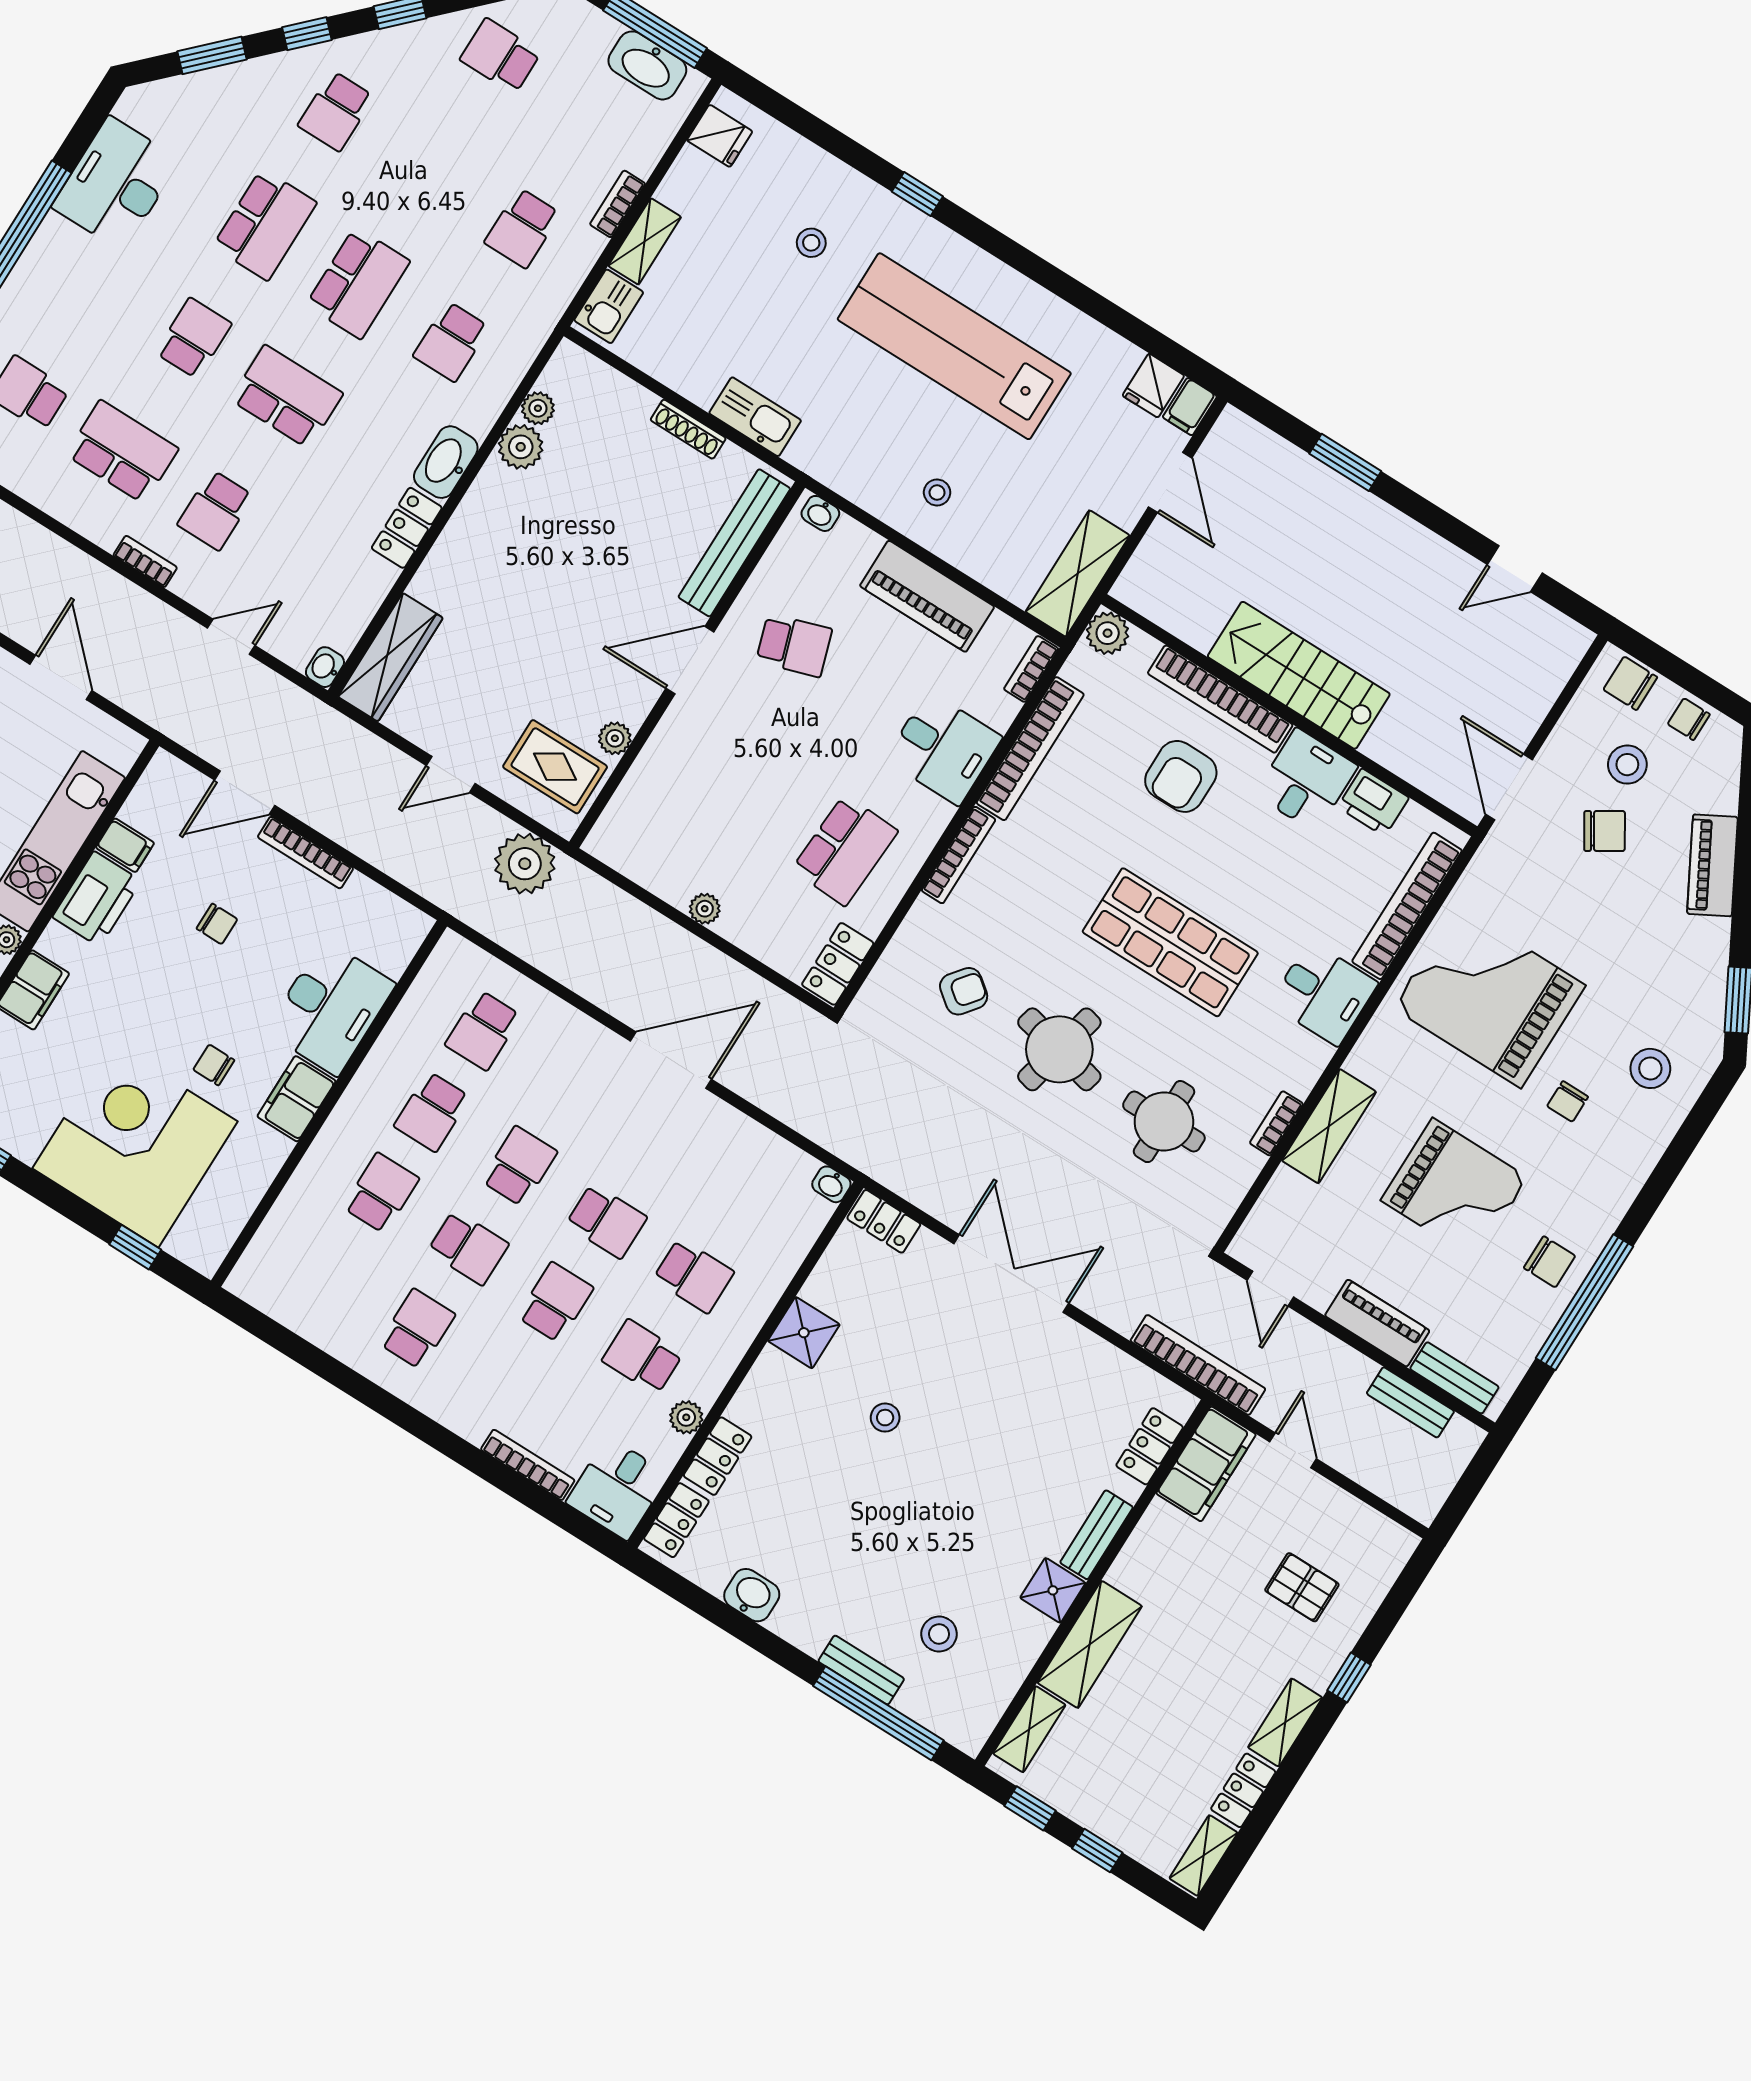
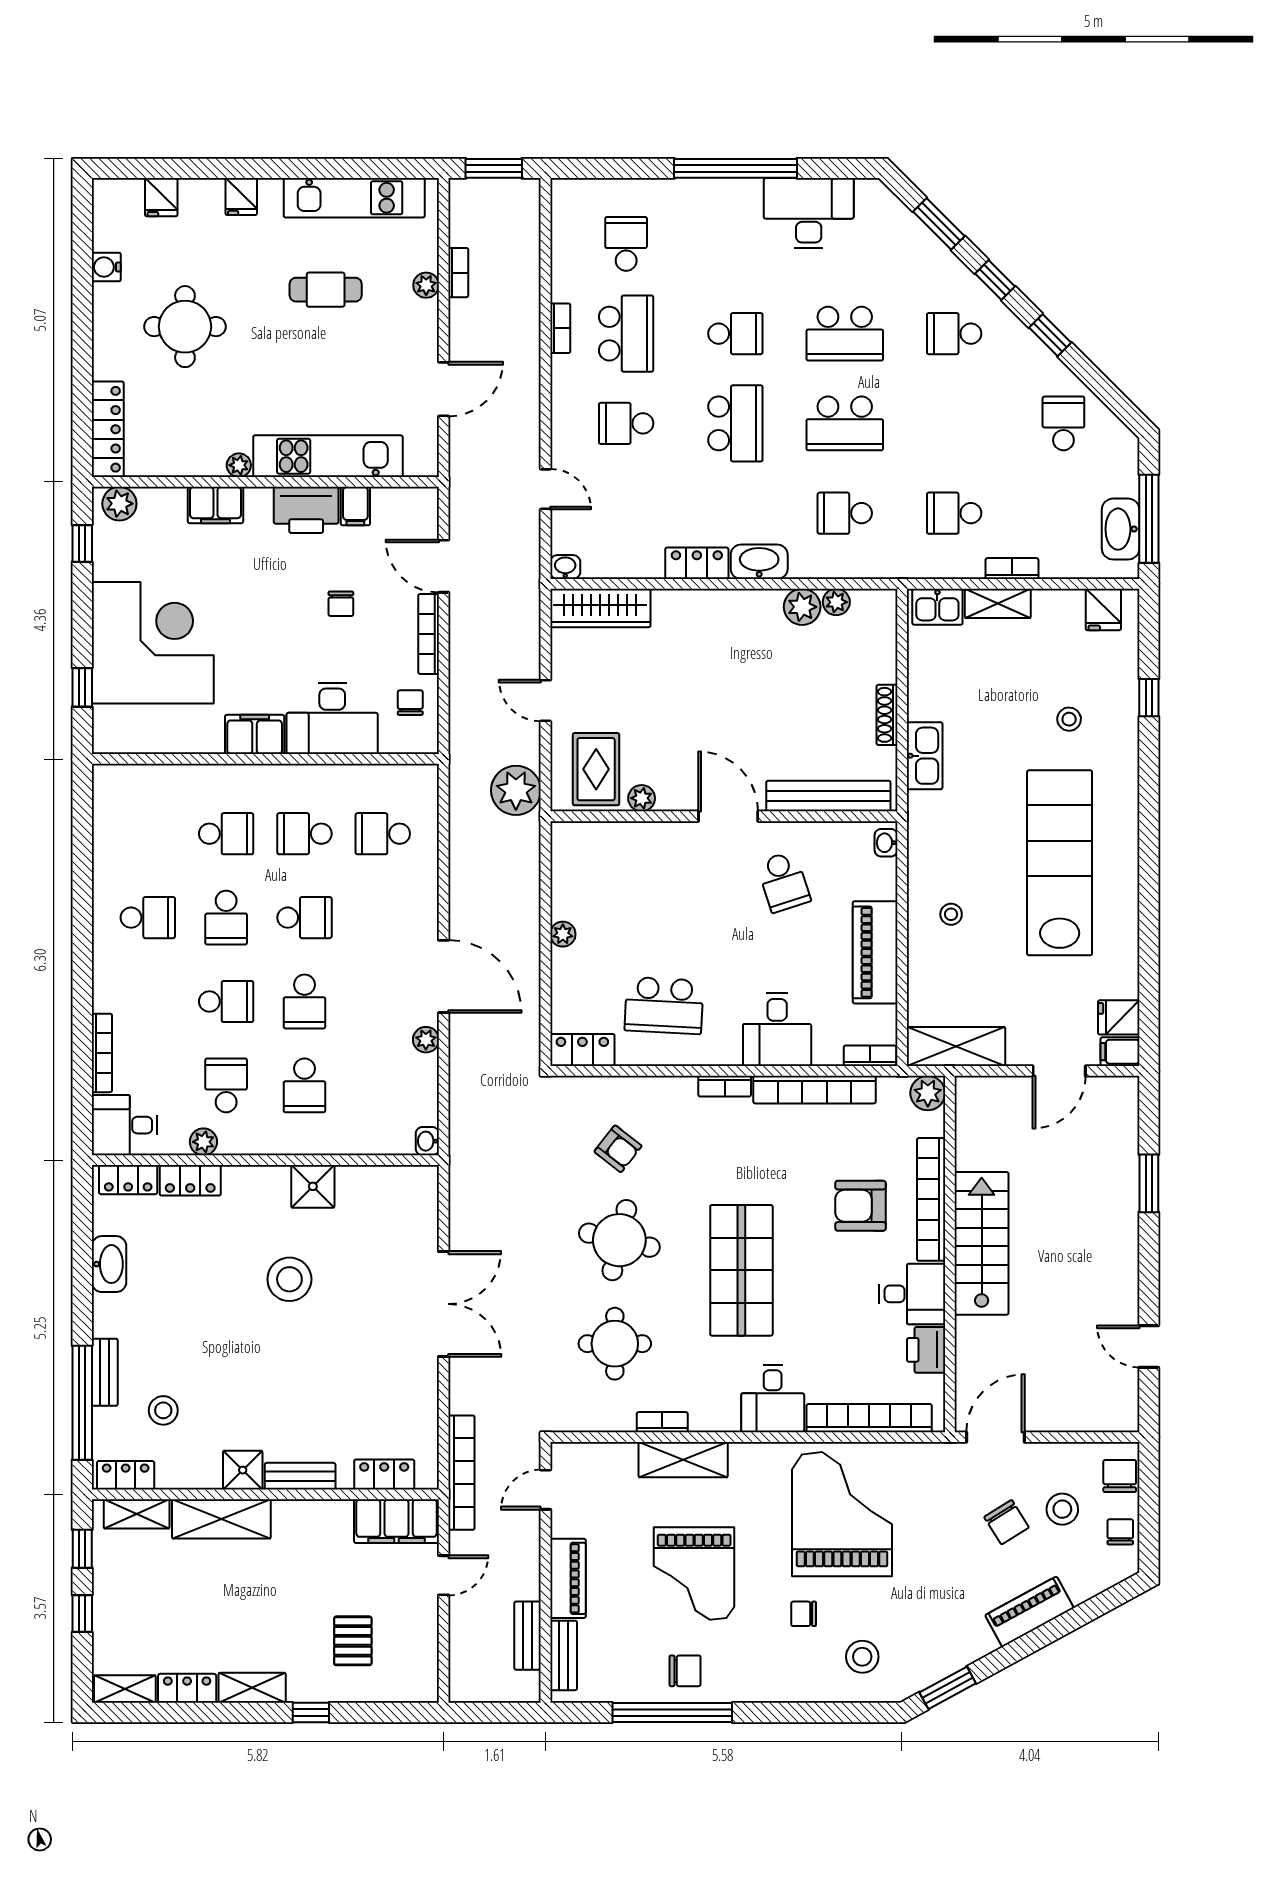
window: (917, 194) -> (1149, 698), moved
bookcase: (145, 561) -> (560, 328), moved
bookcase: (959, 855) -> (725, 1086), width x0.64
chair: (214, 1065) -> (410, 703), moved
plant: (725, 1120) -> (426, 1040), added
locker: (884, 1221) -> (126, 1475), moved, turned 90
chair: (1549, 1262) -> (685, 1671), turned -90
stool: (885, 1418) -> (289, 1279), width x1.89, depth x1.89
washbasin: (752, 1595) -> (109, 1264), width x1.38

